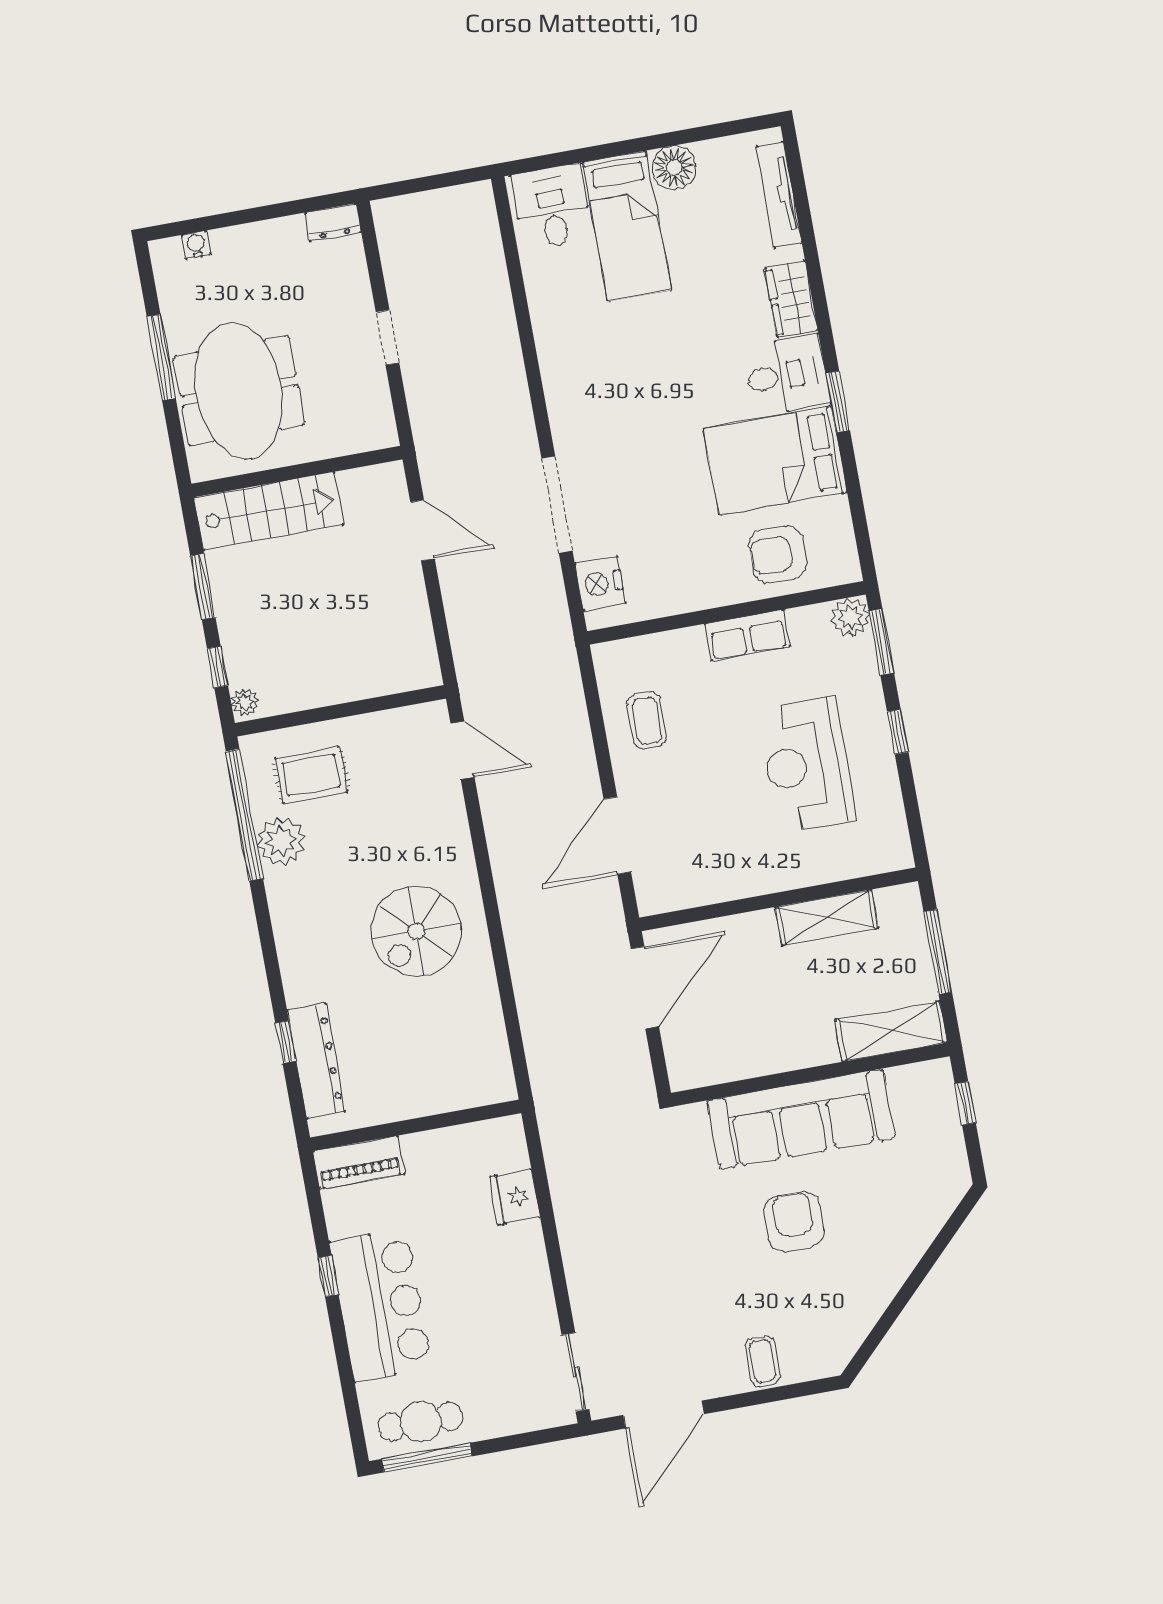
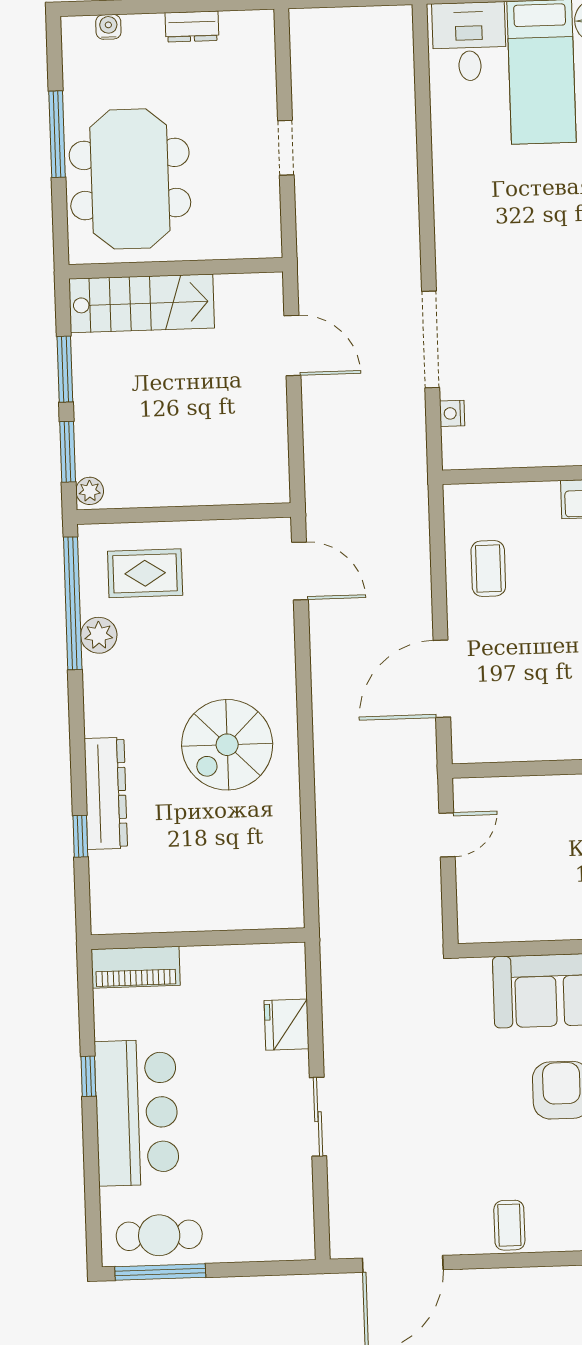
dresser: (333, 222) -> (192, 27), moved
nightstand: (600, 583) -> (452, 413), width x0.53, depth x0.56
window: (218, 667) -> (68, 452), width x1.50
plant: (281, 841) -> (99, 635), width x0.73, depth x0.73
door: (645, 988) -> (447, 835), width x0.53
dresser: (316, 1061) -> (106, 793), moved
sliding door: (575, 1372) -> (318, 1117), moved

